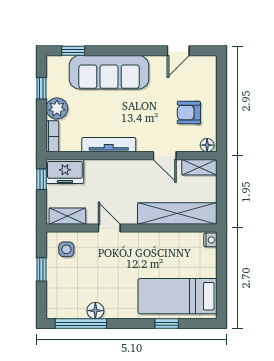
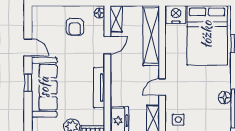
window: (73, 51) -> (28, 83), moved
door: (178, 51) -> (28, 47), moved
nightstand: (210, 240) -> (176, 15), width x1.89, depth x1.79
bed: (178, 296) -> (207, 35), width x1.50

